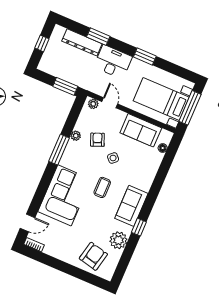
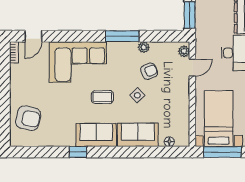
sofa: (141, 130) -> (138, 135), moved, turned 90
door: (27, 223) -> (33, 36), hinge flipped
plant: (118, 240) -> (55, 137), removed

